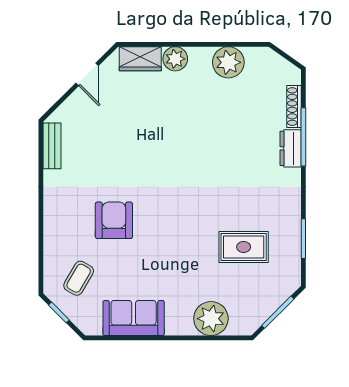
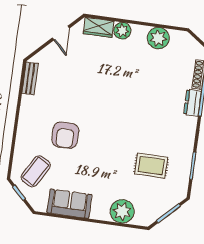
armchair: (114, 220) -> (65, 135), turned 180
coffee table: (79, 278) -> (36, 171), width x1.36, depth x1.30

